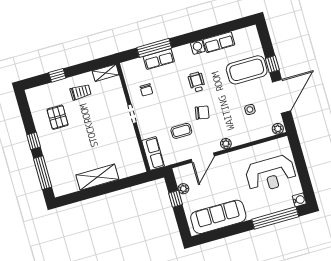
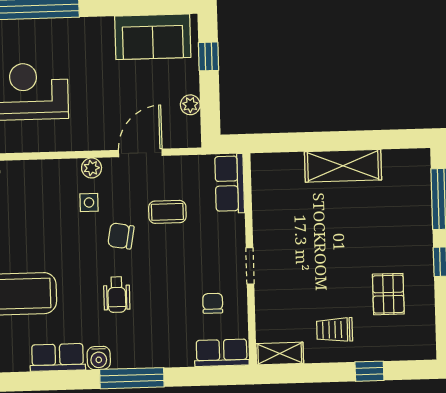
window: (154, 48) -> (132, 378), moved
row of seats: (159, 59) -> (222, 353), moved
side table: (250, 109) -> (89, 202), moved
window: (176, 199) -> (208, 56), moved
sofa: (218, 217) -> (153, 37), width x0.73

